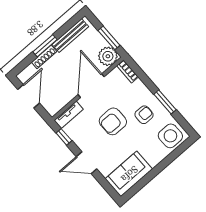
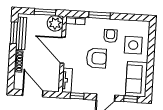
window: (45, 46) -> (14, 33), moved
window: (165, 102) -> (100, 15), moved
armchair: (113, 121) -> (96, 58), turned -90
side table: (170, 136) -> (133, 45), moved
window: (106, 186) -> (130, 99), added

